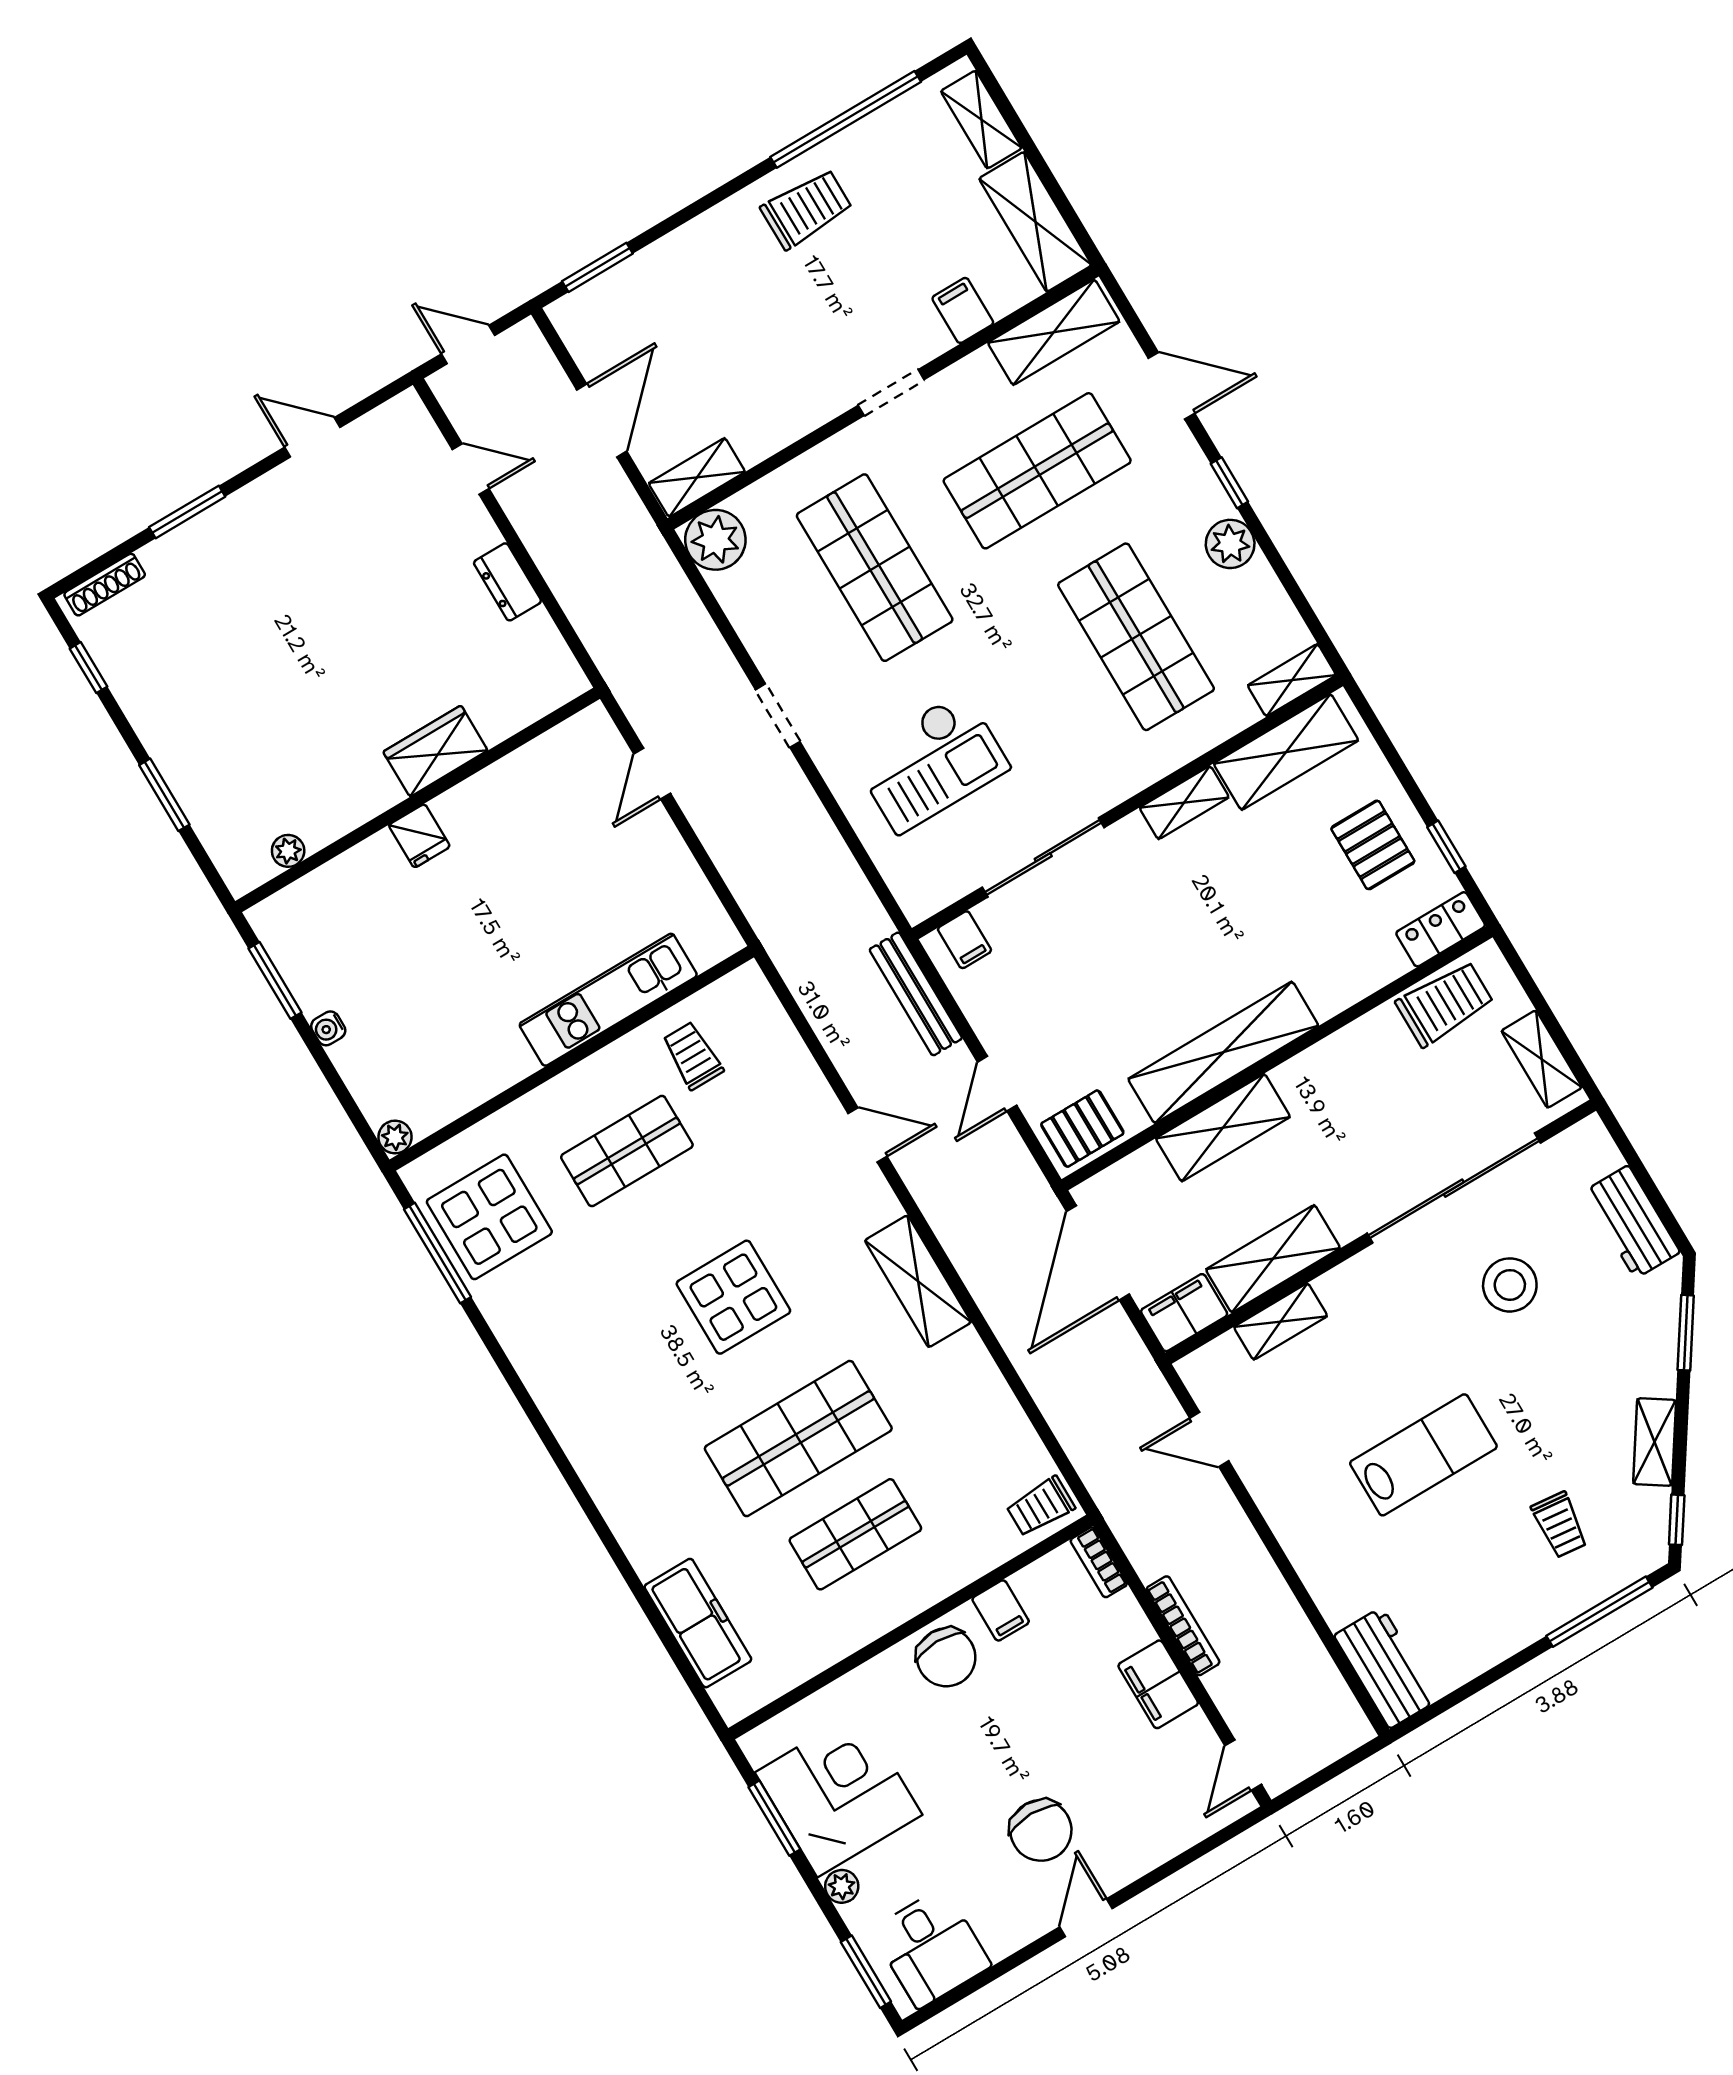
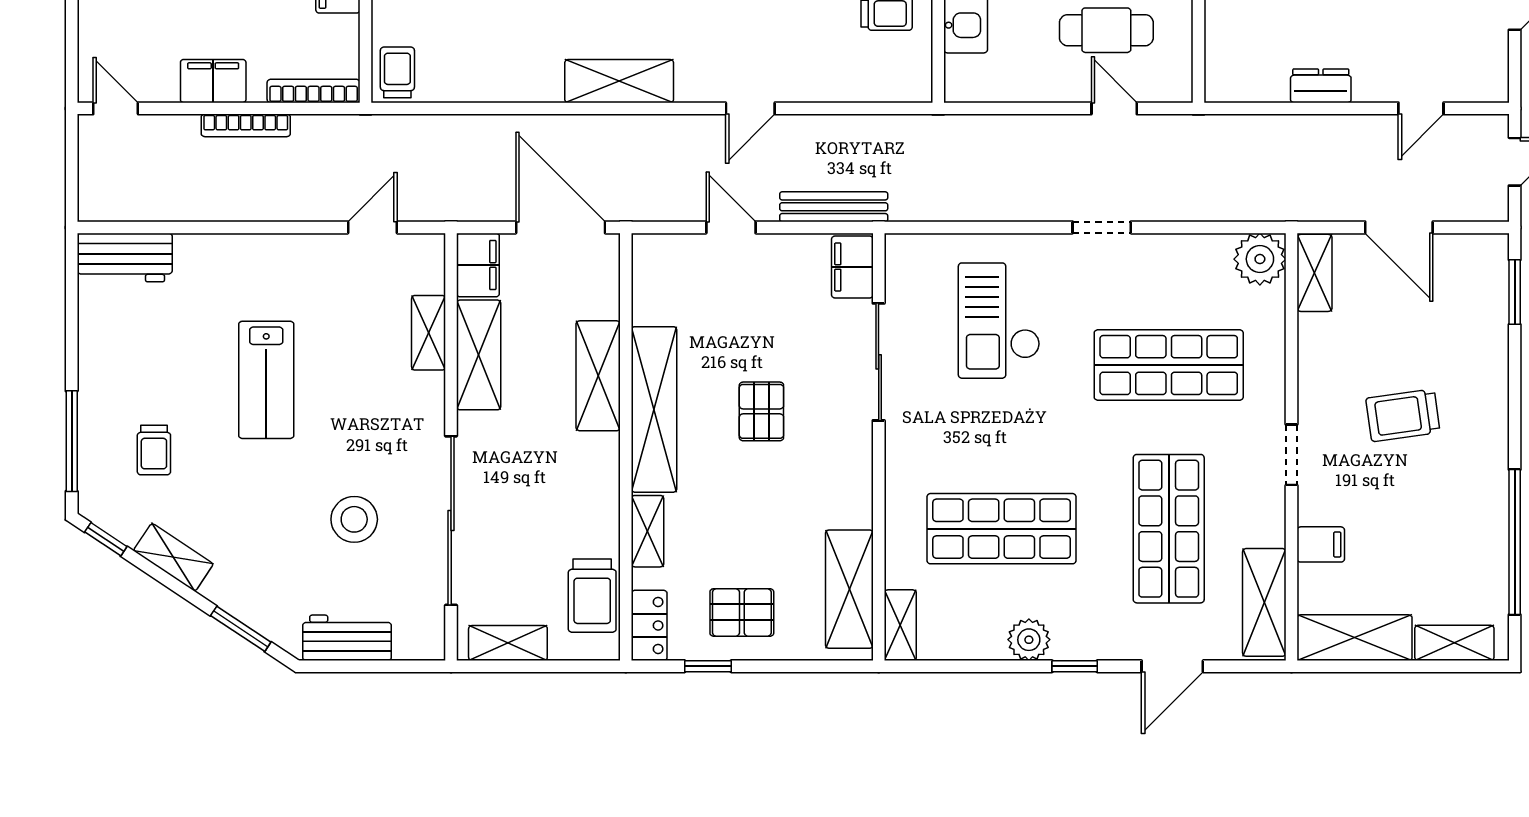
trolley: (807, 209) -> (1403, 415), moved, turned 82
shelving: (1184, 803) -> (648, 531), moved
cafe table: (579, 828) -> (1106, 30), added
filing cabinet: (965, 940) -> (852, 267), width x2.00
pallet: (1082, 1129) -> (761, 411), moved
trolley: (1560, 1525) -> (154, 450), turned -96
bookcase: (1099, 1562) -> (314, 91), width x1.56

